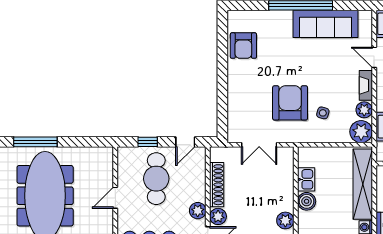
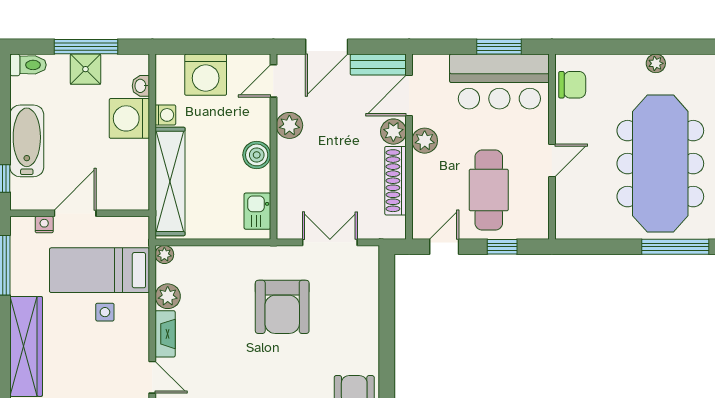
side table: (323, 113) -> (232, 291), removed
plant: (361, 132) -> (164, 254), width x0.53, depth x0.53
kitchen sink: (306, 179) -> (257, 211), moved

